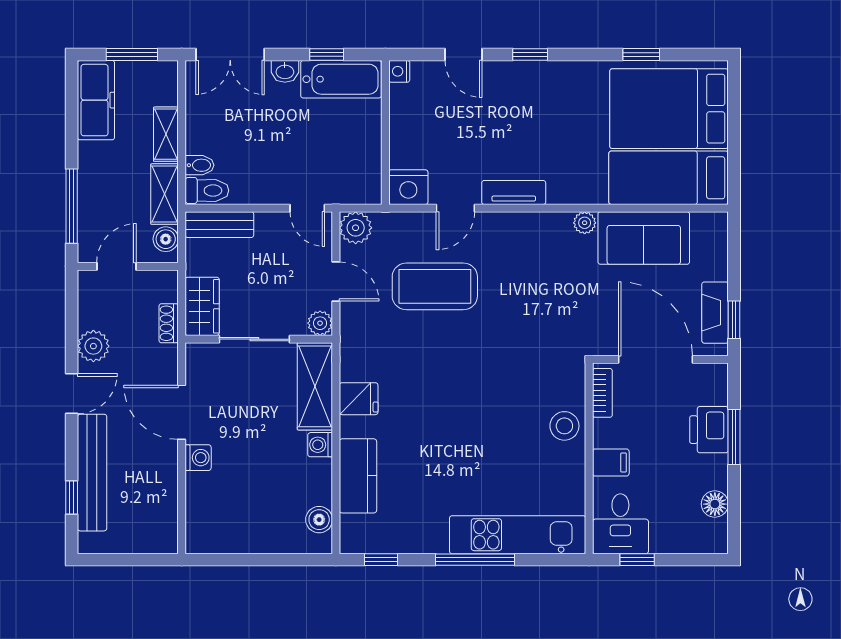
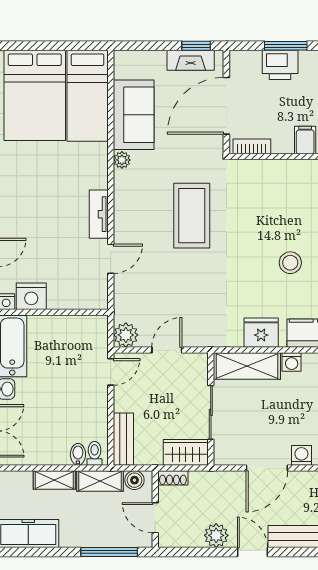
nightstand: (408, 187) -> (31, 296), moved, turned 90
toilet: (207, 190) -> (95, 453), width x0.73, depth x0.72
door: (455, 208) -> (111, 259), hinge flipped
coffee table: (435, 286) -> (192, 216), moved
shoe rack: (169, 323) -> (173, 478), moved
plant: (320, 323) -> (199, 362), removed
fridge: (359, 399) -> (261, 333), width x1.38
stool: (564, 426) -> (290, 263), moved

